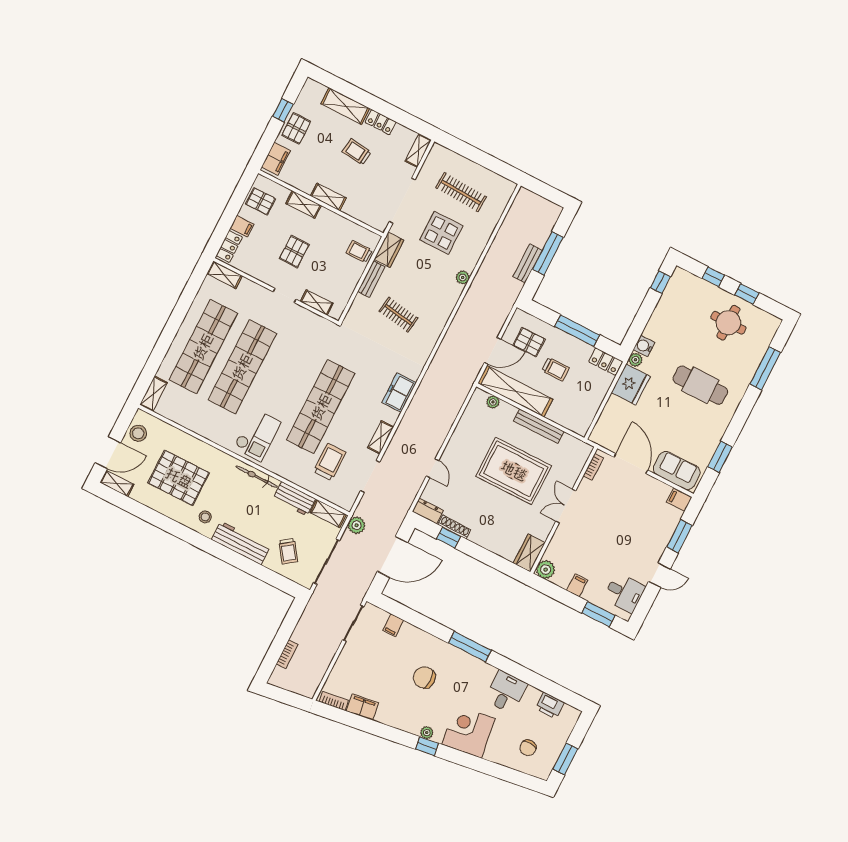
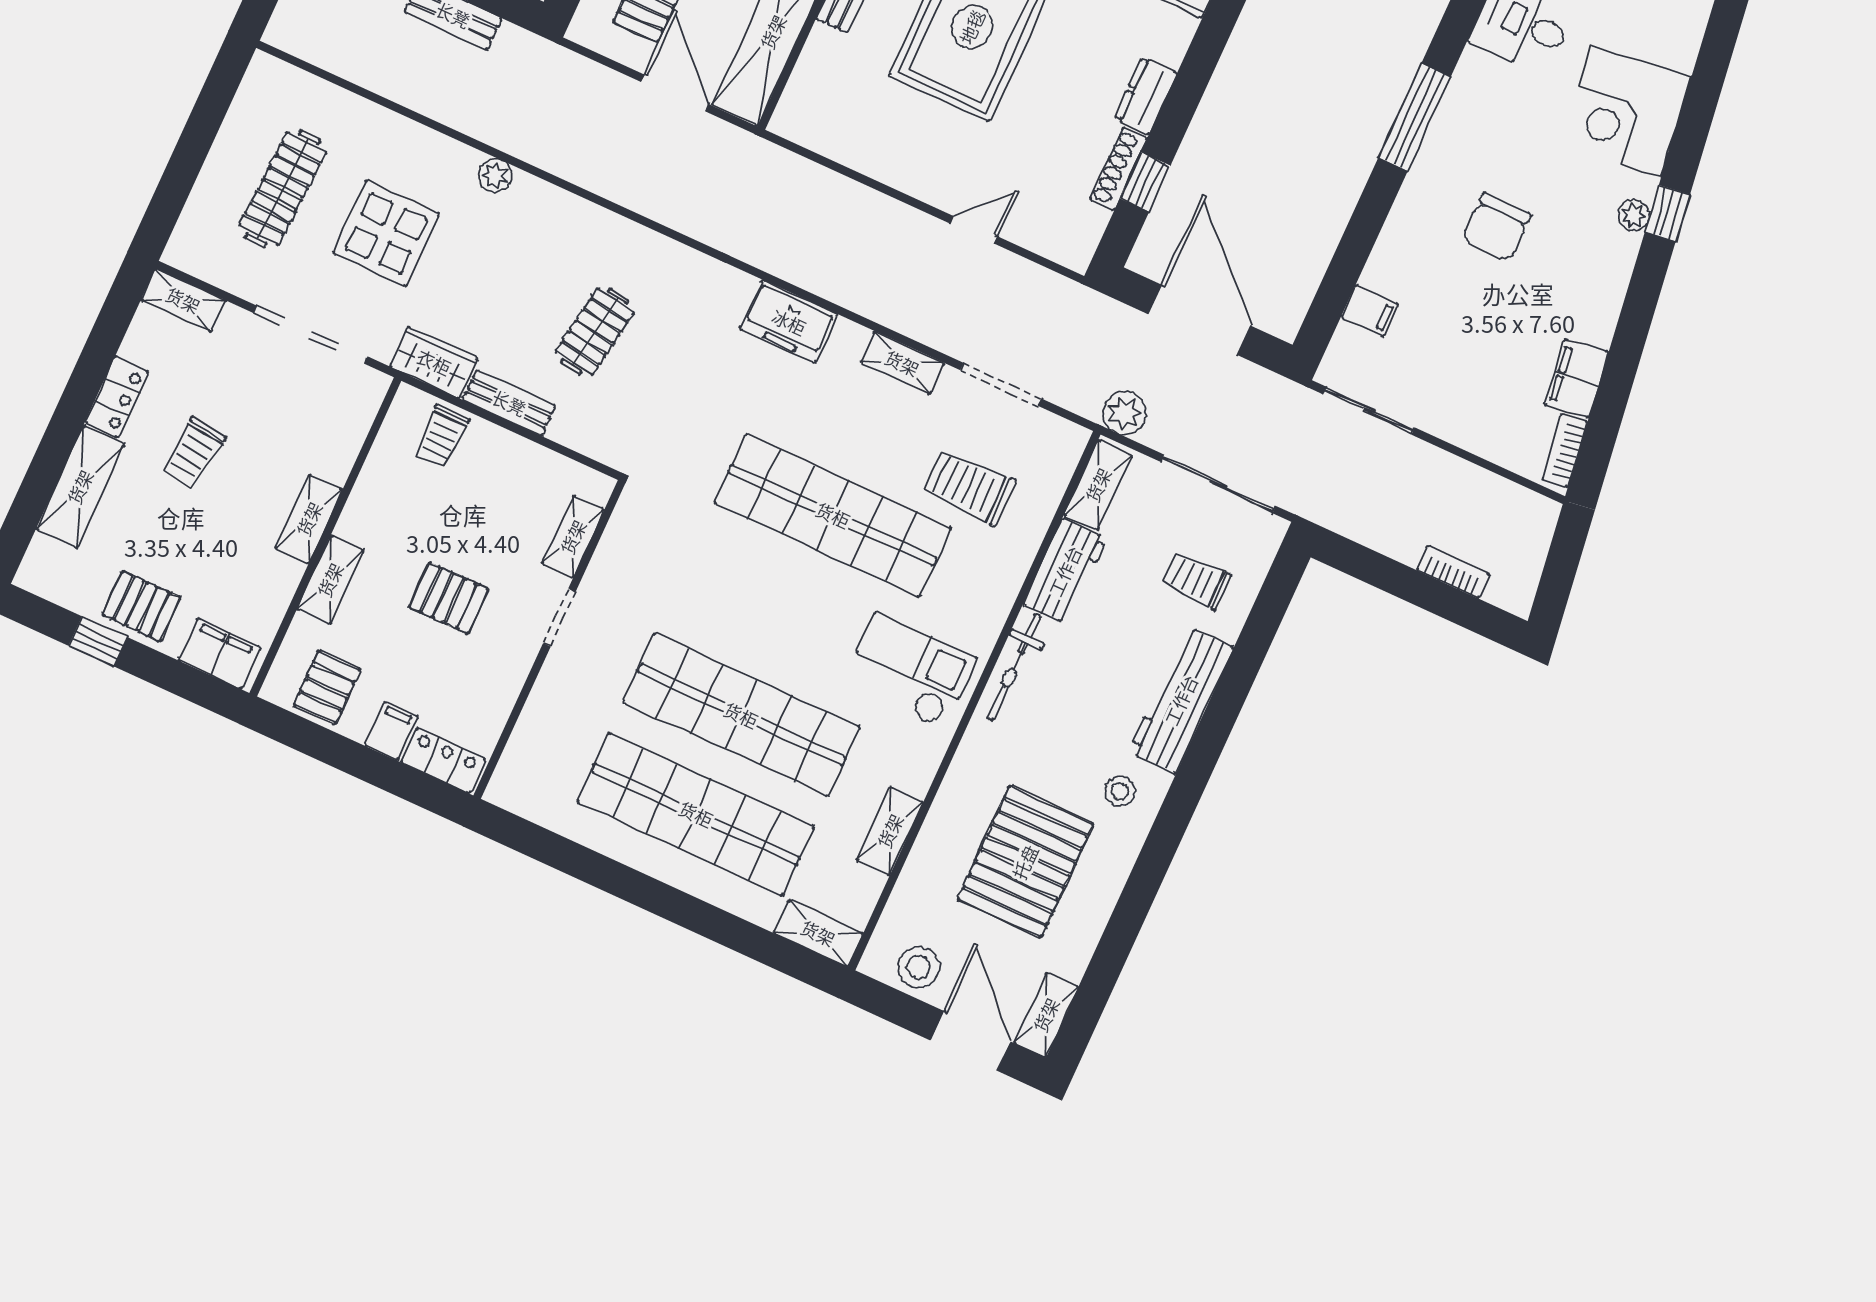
shelving: (224, 275) -> (890, 831), moved
plant: (493, 402) -> (802, 86), removed
dresser: (428, 511) -> (1145, 96), moved
trolley: (288, 551) -> (1196, 580), turned -144

